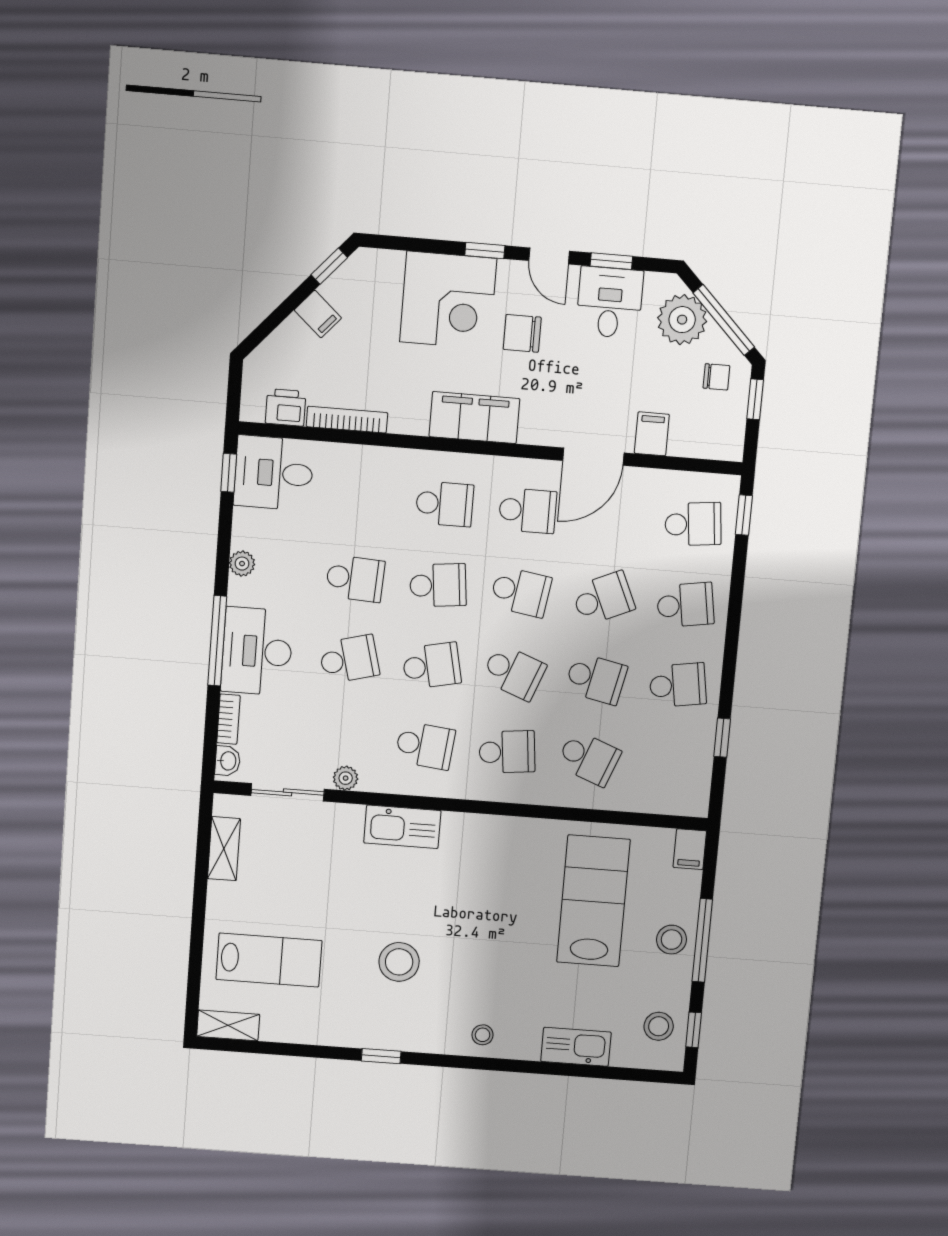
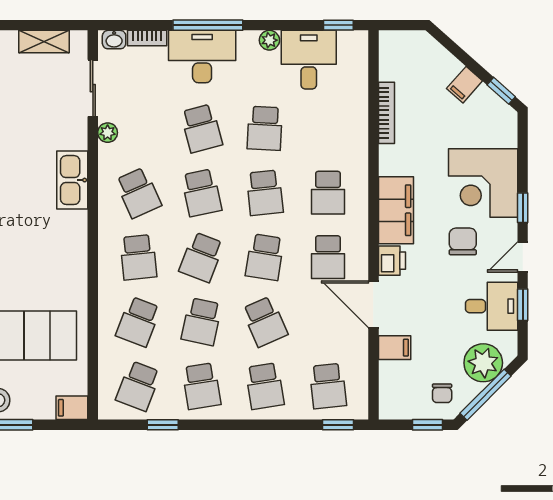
printer: (286, 407) -> (392, 261), moved
desk: (274, 473) -> (309, 60), moved
school desk: (425, 746) -> (138, 193), turned -30
school desk: (670, 764) -> (138, 386), added

